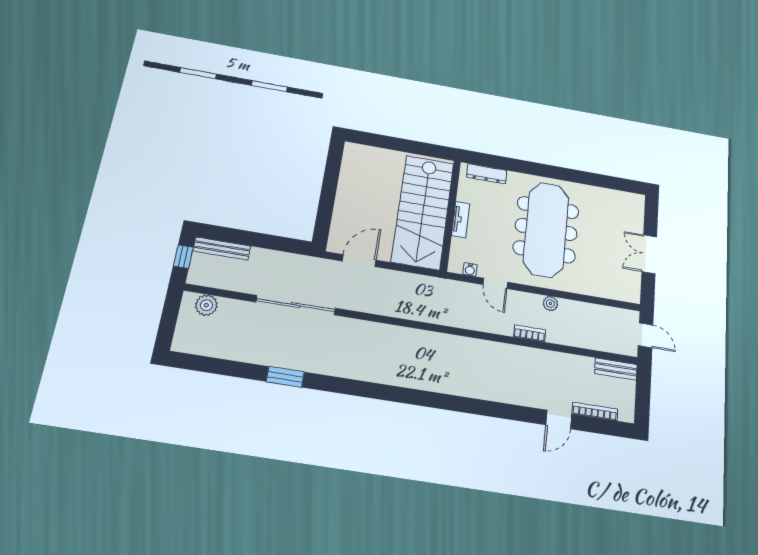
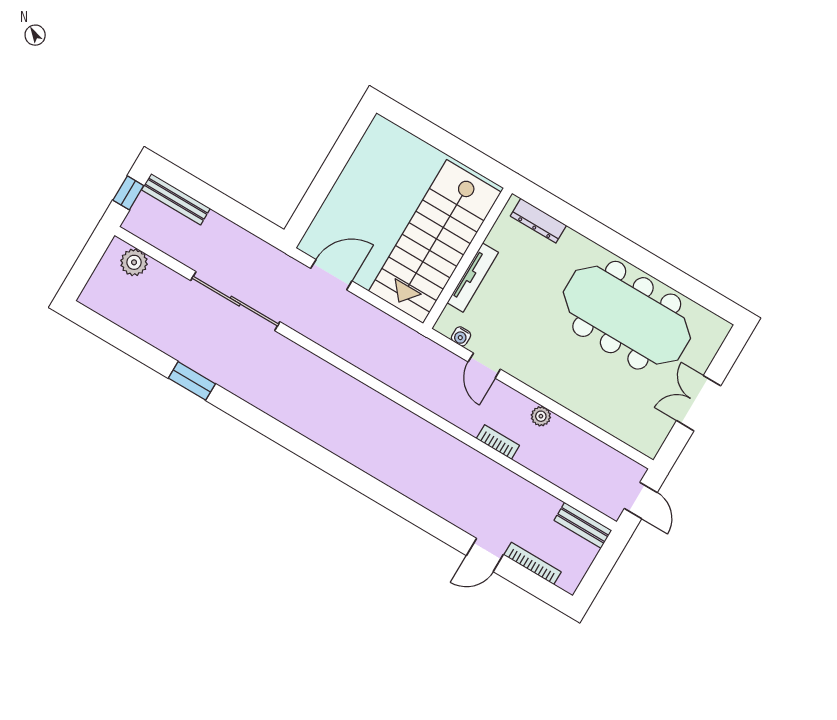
tv unit: (461, 220) -> (473, 278), width x1.41
meeting table: (546, 229) -> (627, 315), moved, turned 90

